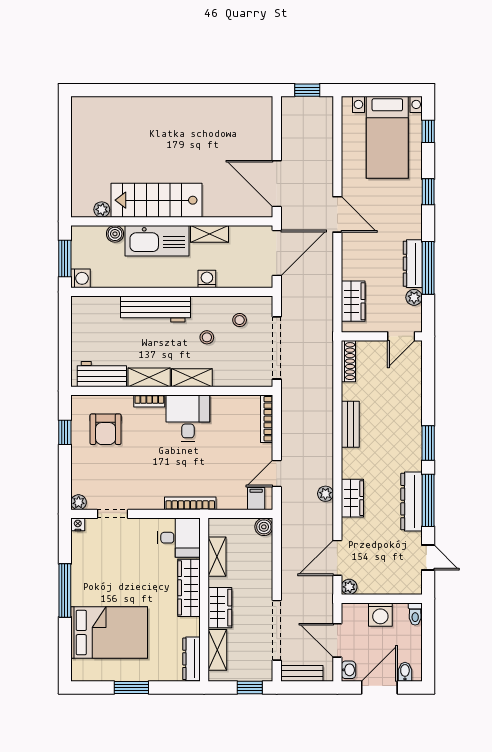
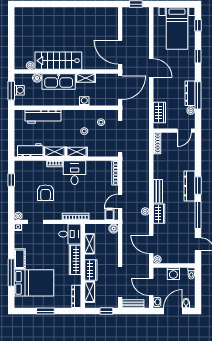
washing machine: (80, 278) -> (19, 90), moved
workbench: (156, 309) -> (43, 117), moved
bench: (350, 424) -> (158, 191), moved
armchair: (106, 429) -> (46, 193), moved
dresser: (412, 502) -> (189, 186), moved
door: (337, 558) -> (151, 244), hinge flipped
cot: (81, 586) -> (20, 259), added
window: (65, 590) -> (11, 272), moved

